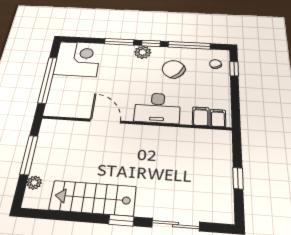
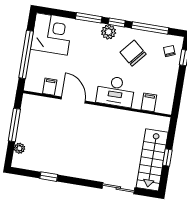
filing cabinet: (218, 118) -> (50, 87), moved
stairs: (93, 198) -> (152, 160), moved, turned -90
window: (121, 220) -> (49, 177), moved

